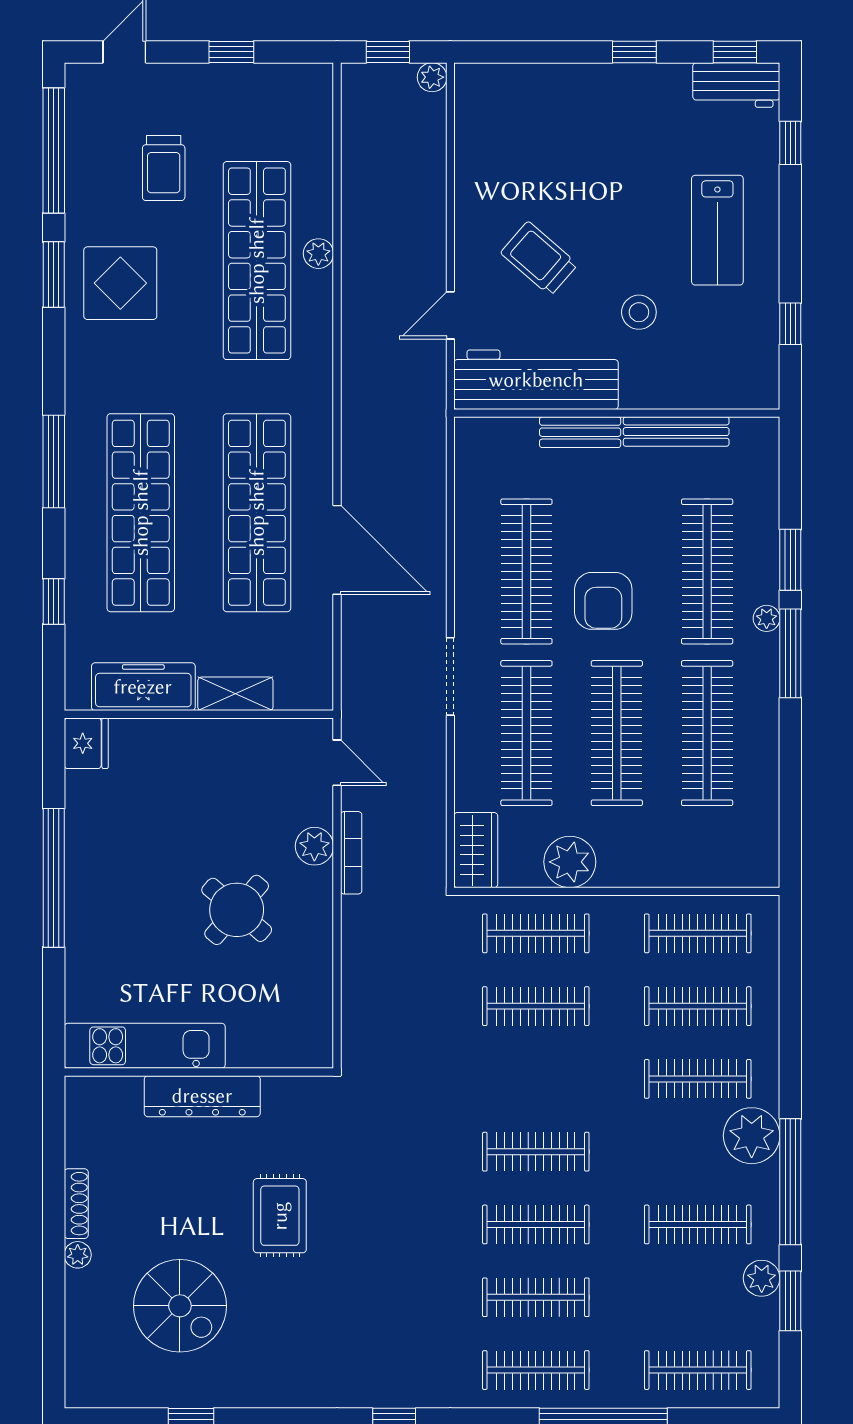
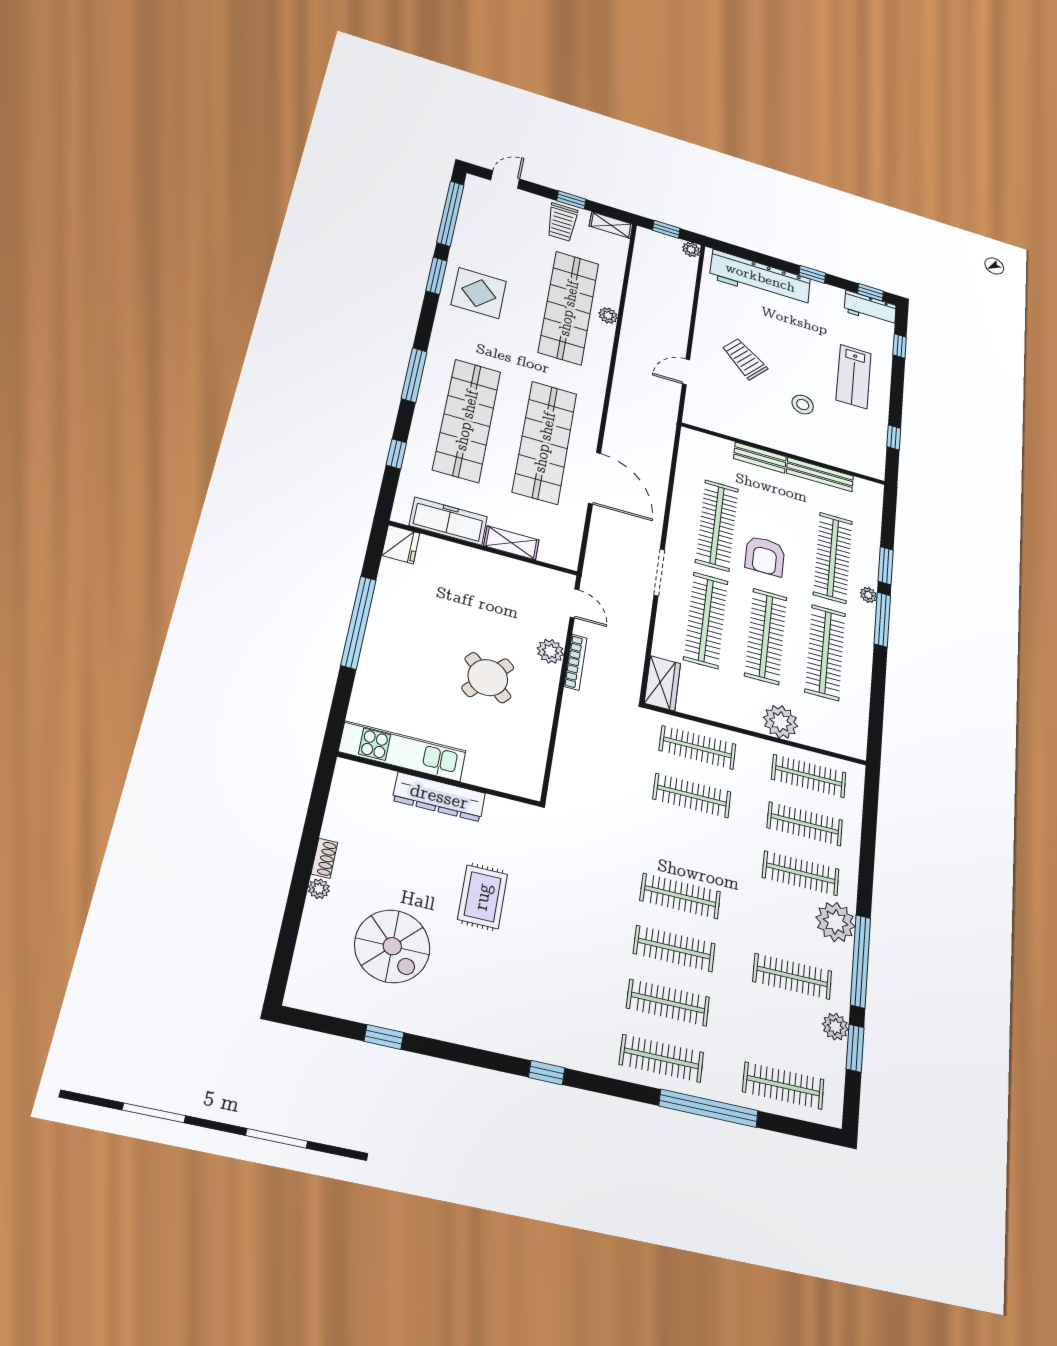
shelving: (300, 78) -> (611, 225), added
trolley: (164, 168) -> (562, 222), moved
workbench: (536, 380) -> (760, 278), moved, turned 180
plant: (570, 862) -> (781, 722), moved
shoe rack: (76, 1204) -> (324, 858), width x0.70

